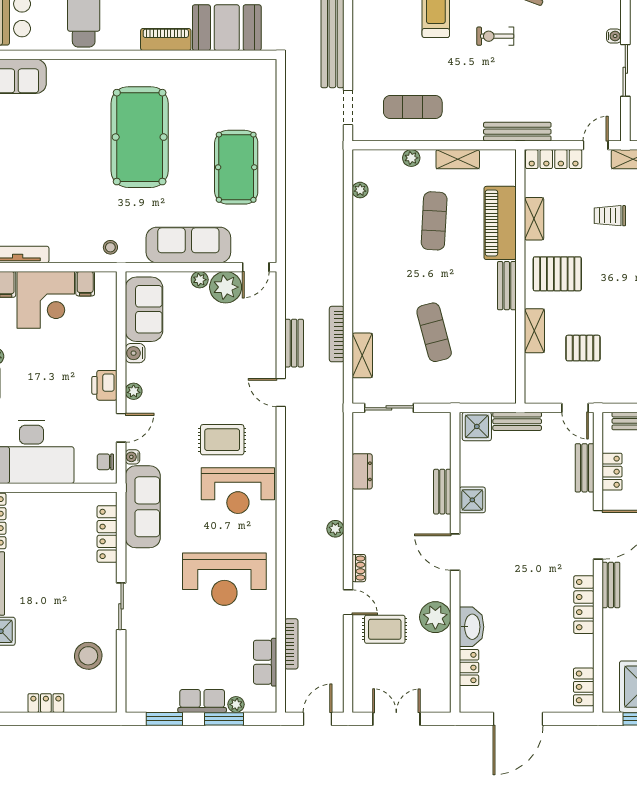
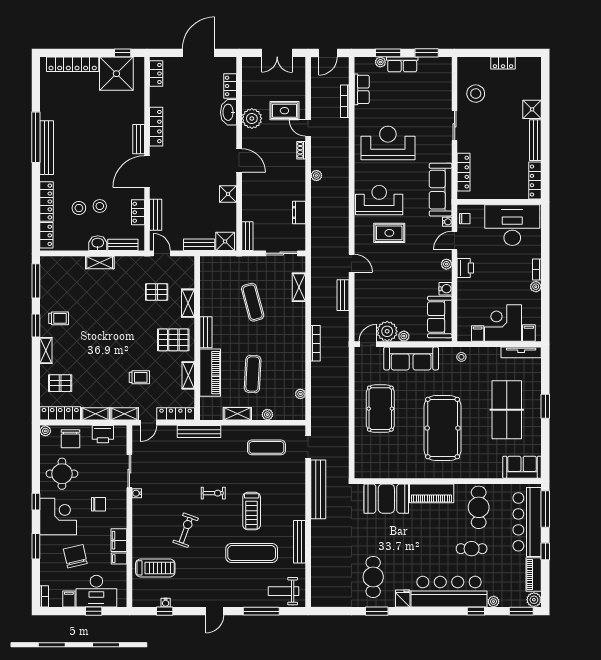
piano: (166, 39) -> (432, 493), width x1.37, depth x1.33
table tennis table: (40, 165) -> (507, 410), added
bookcase: (337, 334) -> (316, 343), moved
bench: (442, 492) -> (247, 236), moved

